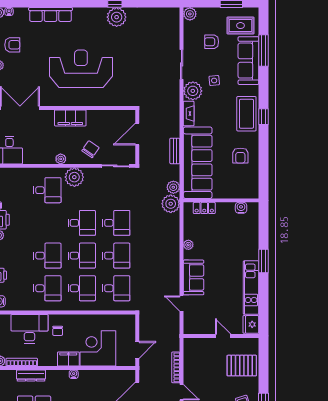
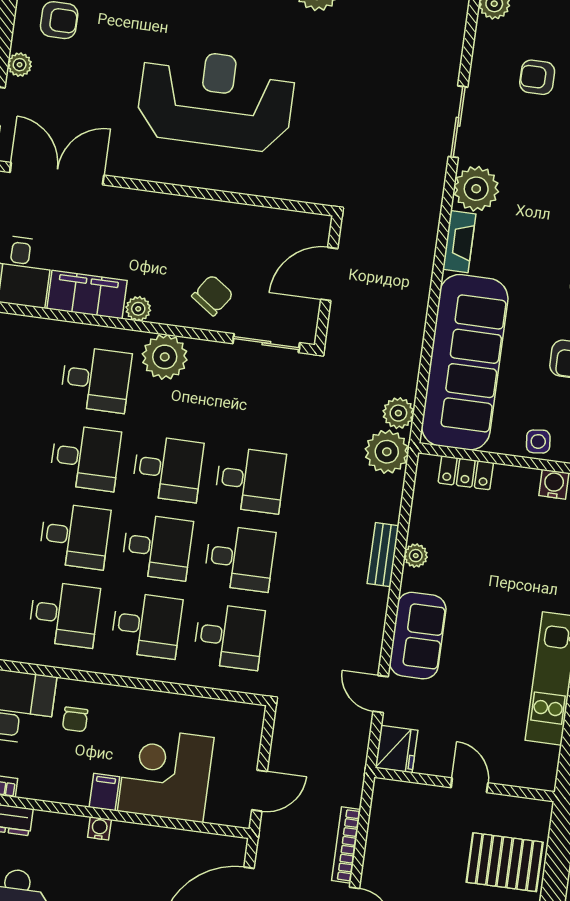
side table: (214, 81) -> (538, 441), moved
filing cabinet: (70, 118) -> (87, 295), moved, turned 180
bench: (175, 151) -> (383, 555), moved
desk: (47, 223) -> (85, 458), added
fridge: (251, 324) -> (396, 749), moved, turned 180
filing cabinet: (68, 359) -> (104, 792), width x0.50

